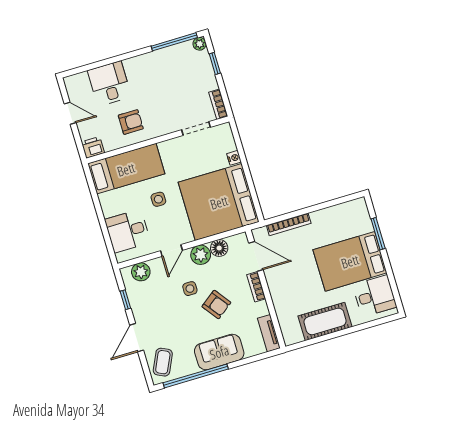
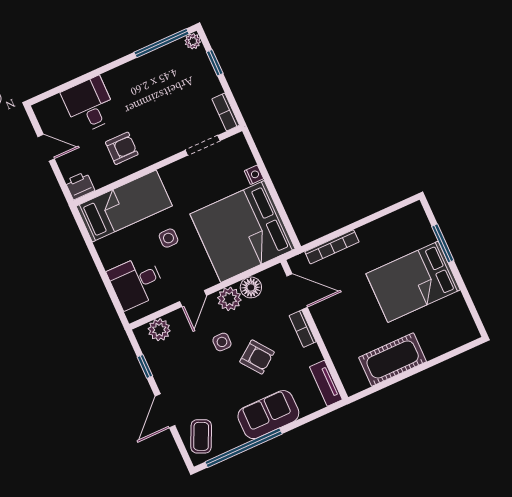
desk: (375, 296) -> (449, 320), removed

